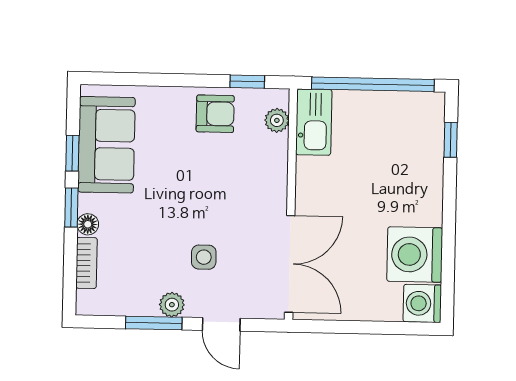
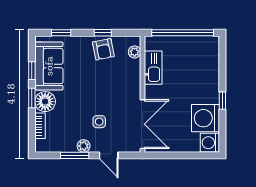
window: (132, 79) -> (61, 33), added
window: (247, 82) -> (103, 33), moved
armchair: (215, 114) -> (103, 49), turned 79
kitchen sink: (314, 122) -> (153, 68), moved
window: (451, 140) -> (222, 101), moved
floor lamp: (88, 224) -> (45, 102), width x1.89, depth x1.89

